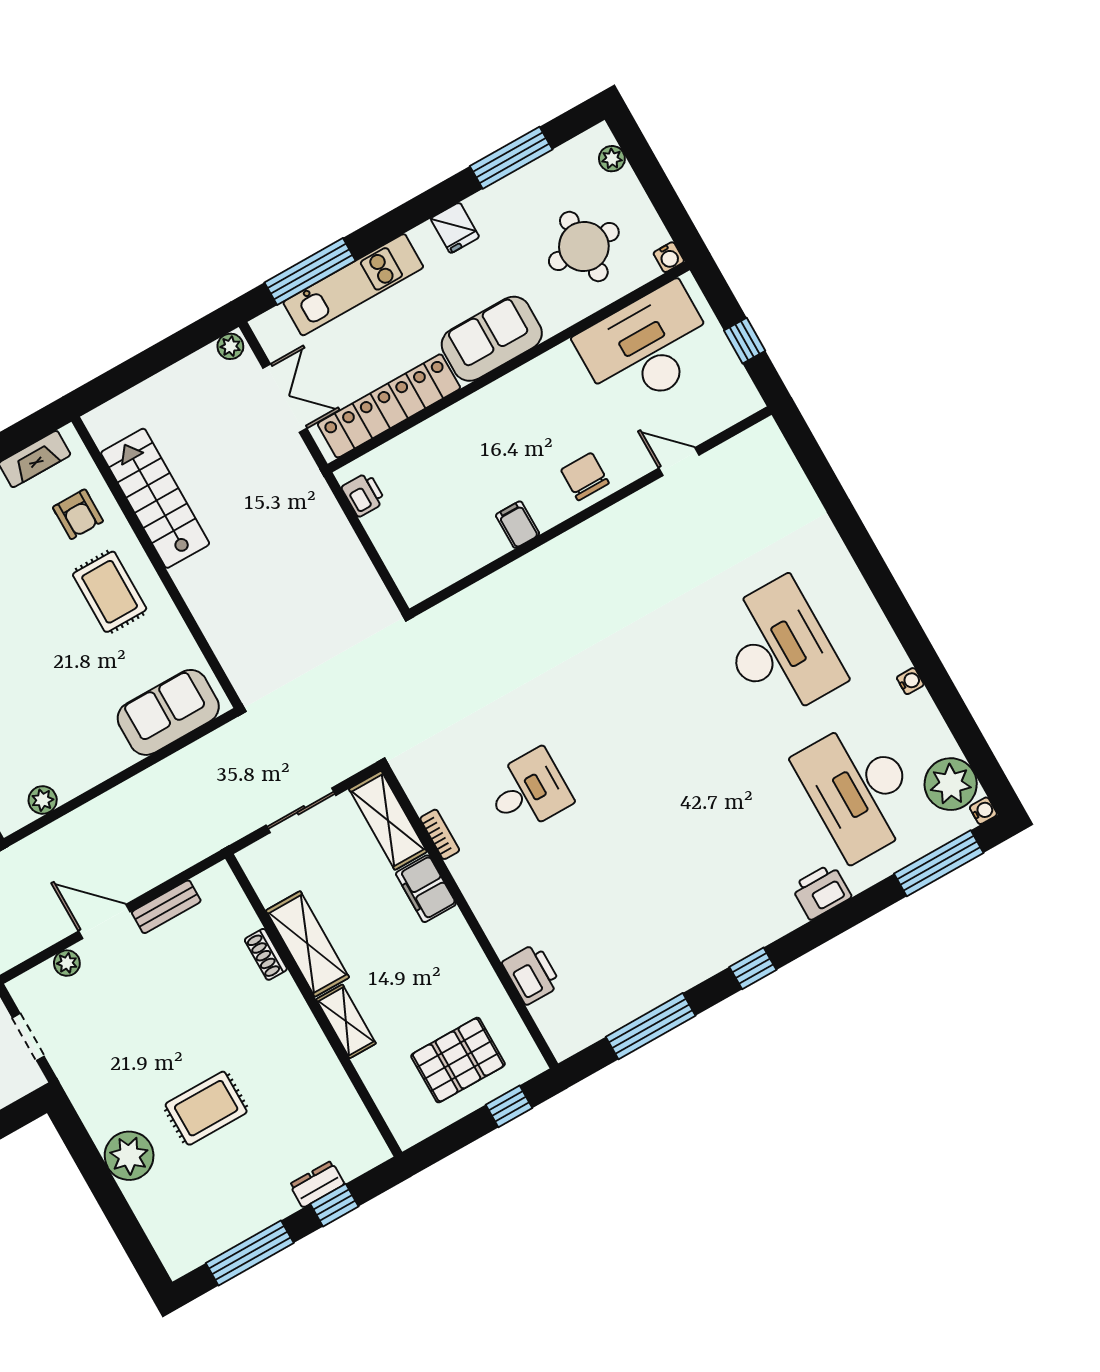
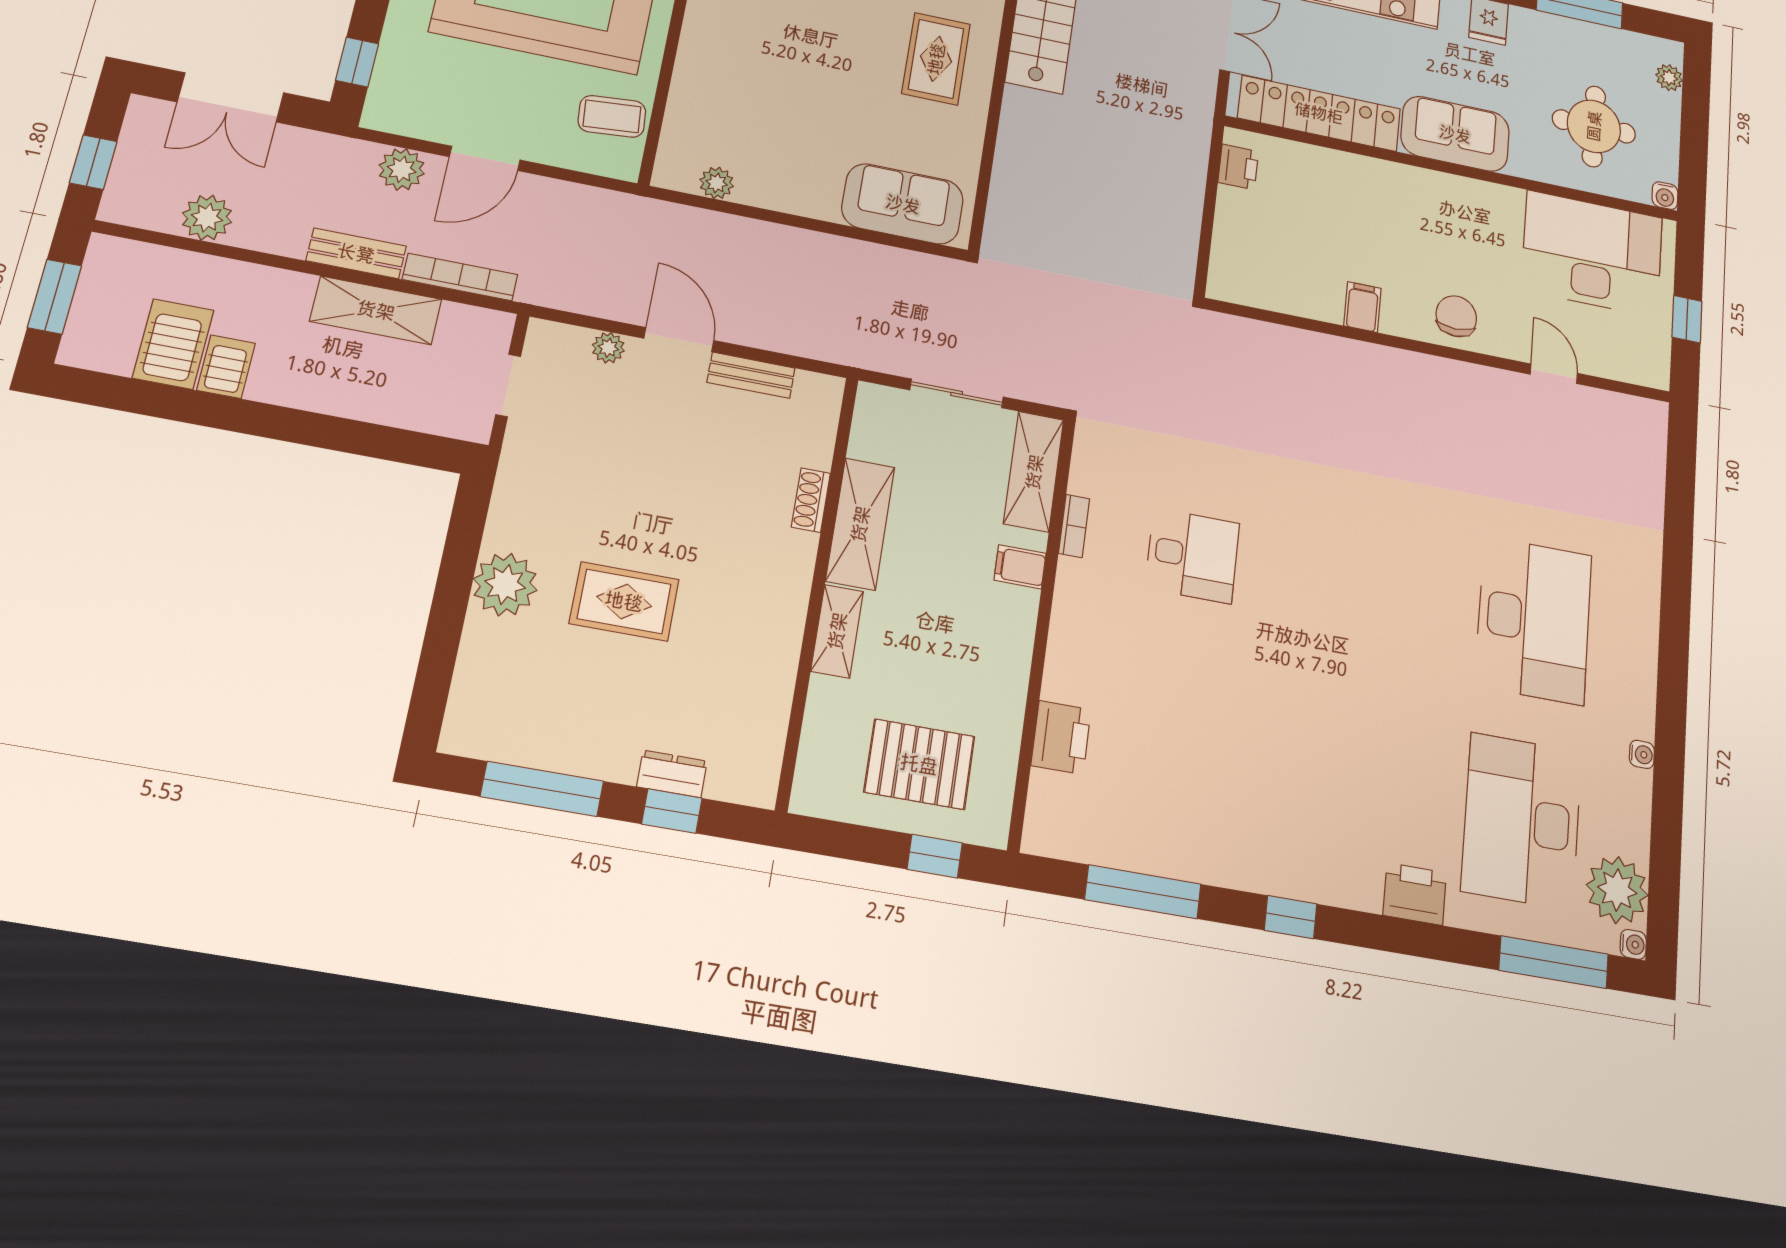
filing cabinet: (426, 889) -> (1020, 567), width x0.50

